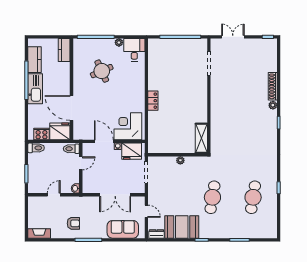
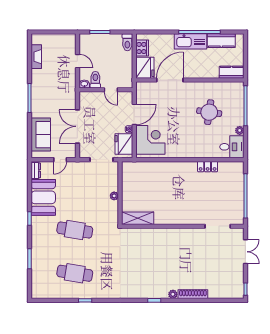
round table: (102, 71) -> (209, 112), turned 32
locker: (153, 101) -> (208, 167), moved
toilet: (71, 149) -> (95, 80), moved
armchair: (73, 223) -> (47, 82), removed
fireplace: (39, 233) -> (36, 57), moved

